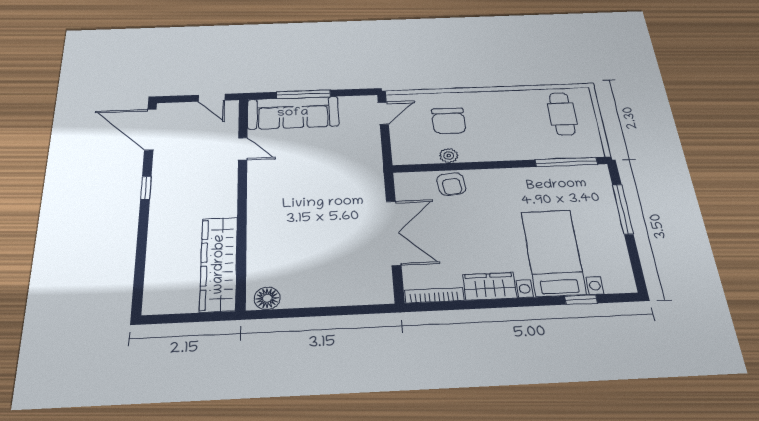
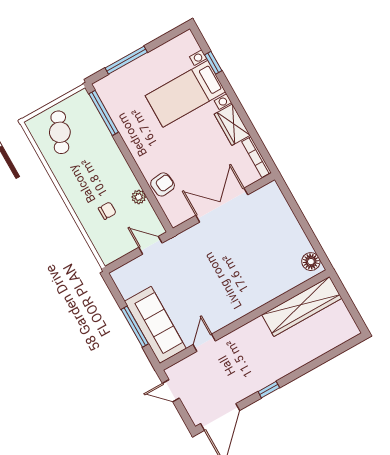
door: (212, 98) -> (171, 391), swing flipped
door: (383, 113) -> (151, 245), moved
cafe table: (562, 114) -> (60, 132), turned -67
chair: (449, 121) -> (107, 211), width x0.54, depth x0.54

